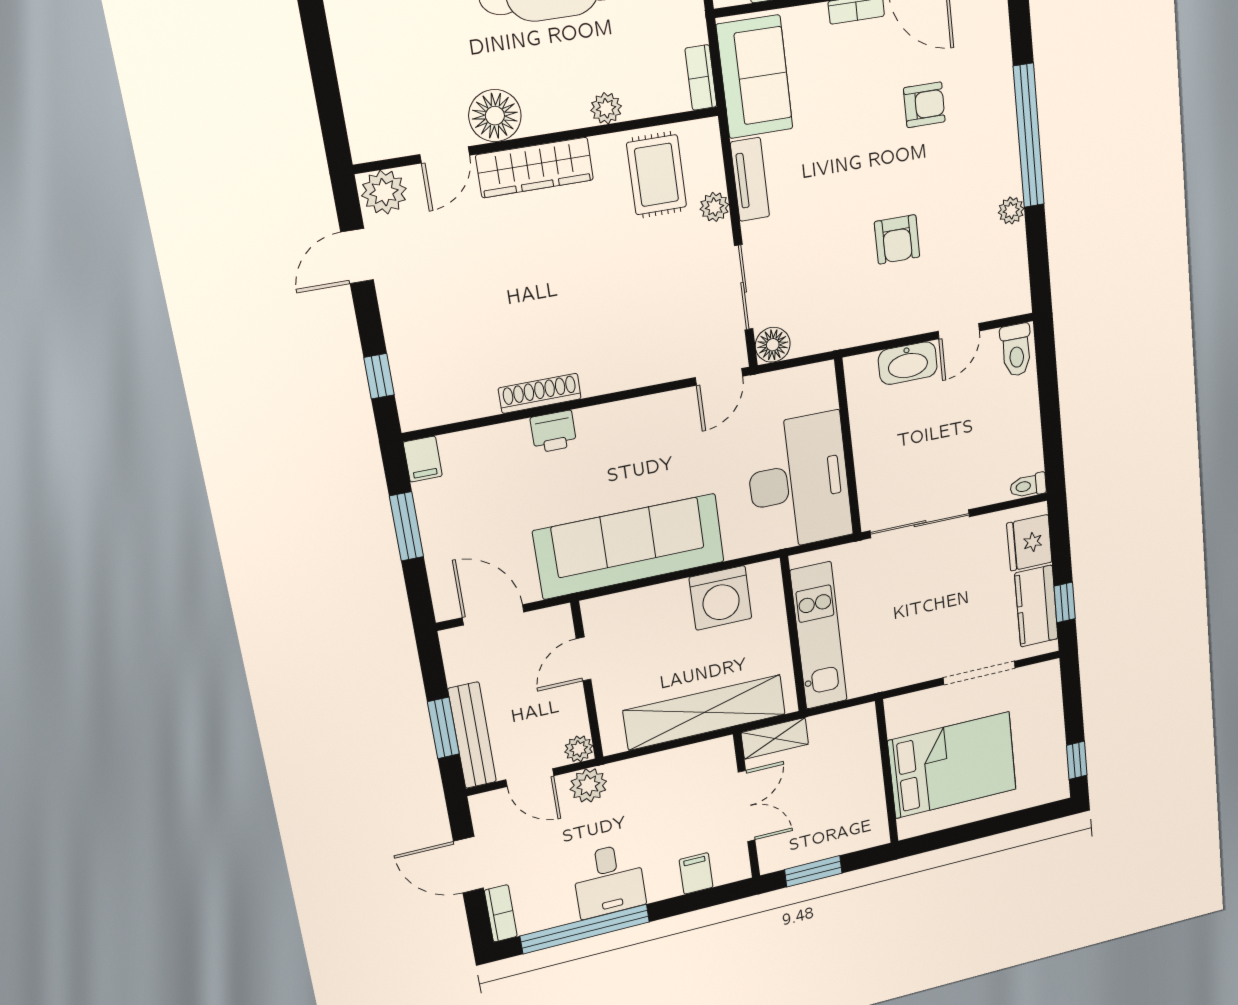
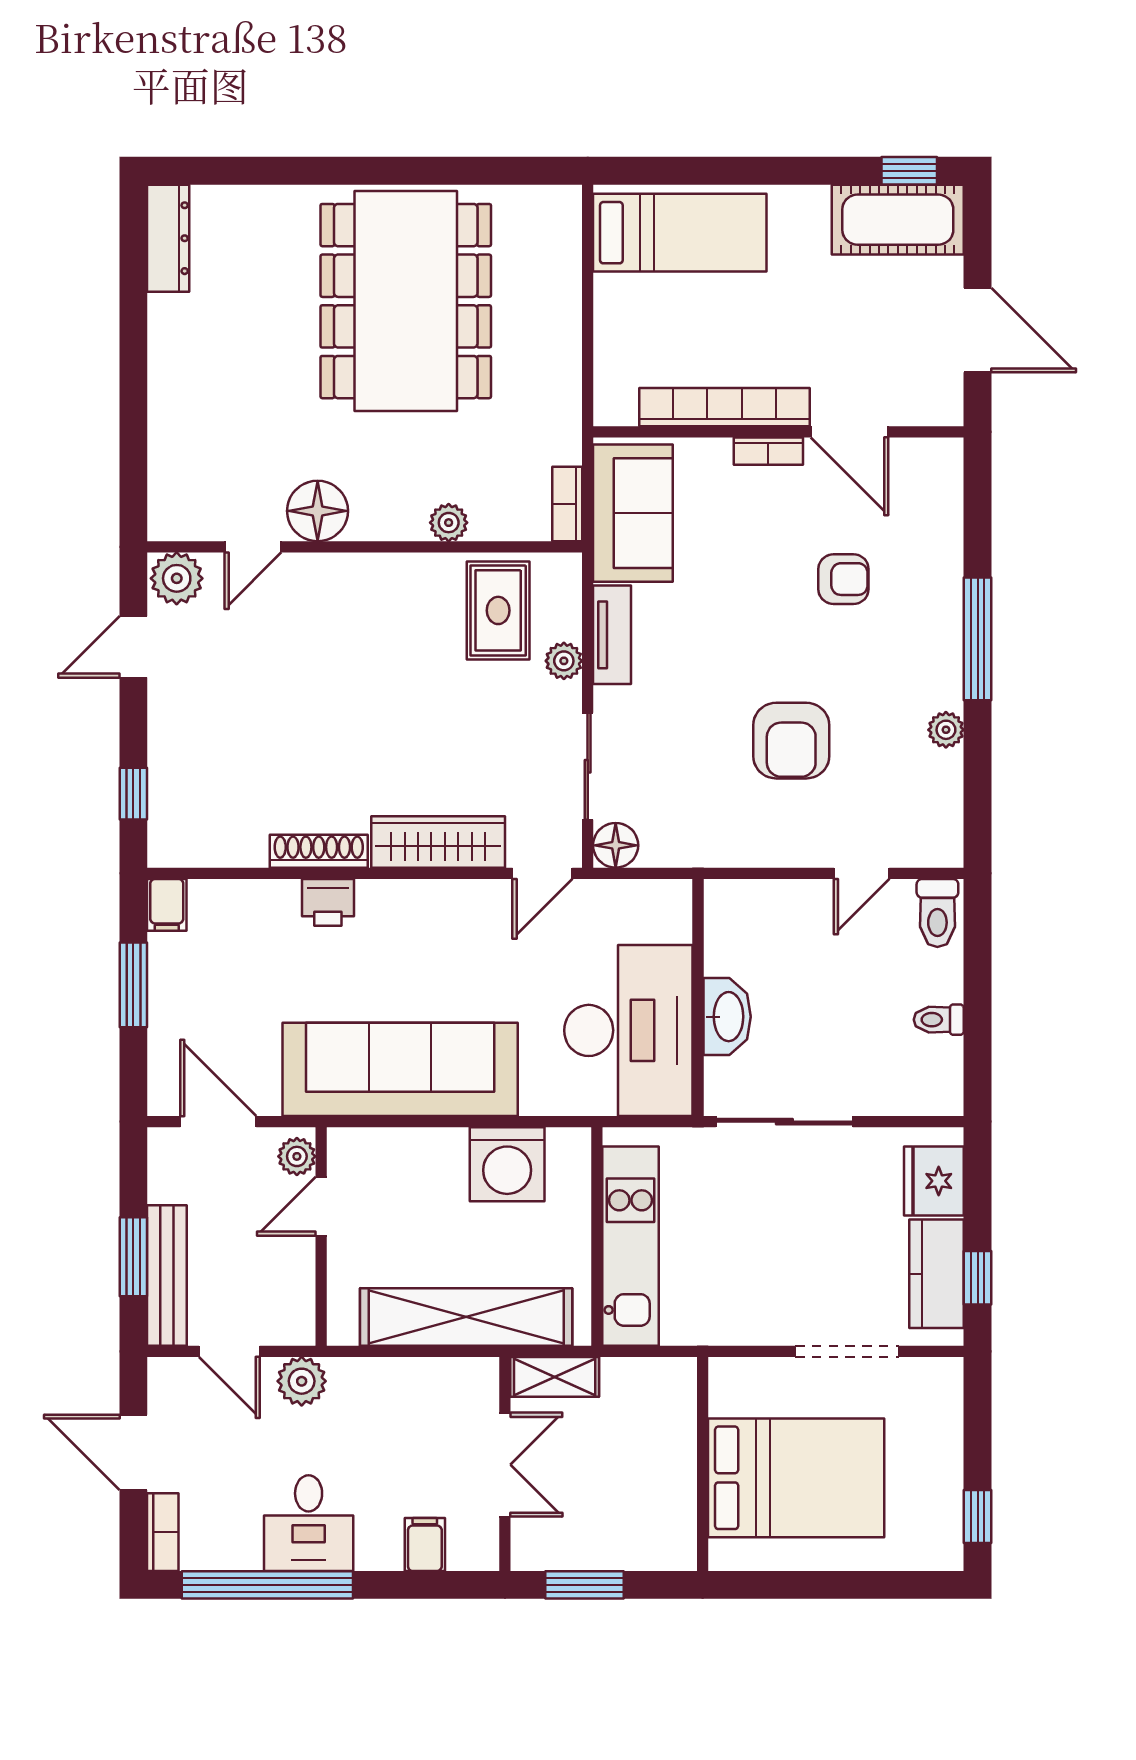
window: (1029, 136) -> (978, 639), width x0.68
wardrobe: (535, 167) -> (438, 842), moved, turned 180
armchair: (897, 239) -> (791, 741), width x1.38, depth x1.38
washbasin: (908, 363) -> (727, 1017), moved, turned -90
toilet: (1028, 486) -> (939, 1020), moved
plant: (579, 749) -> (297, 1156), moved

